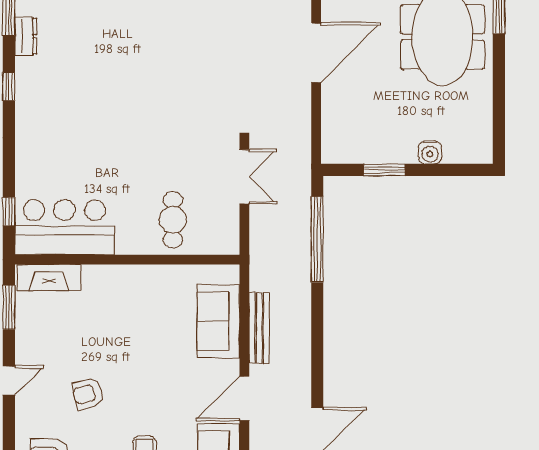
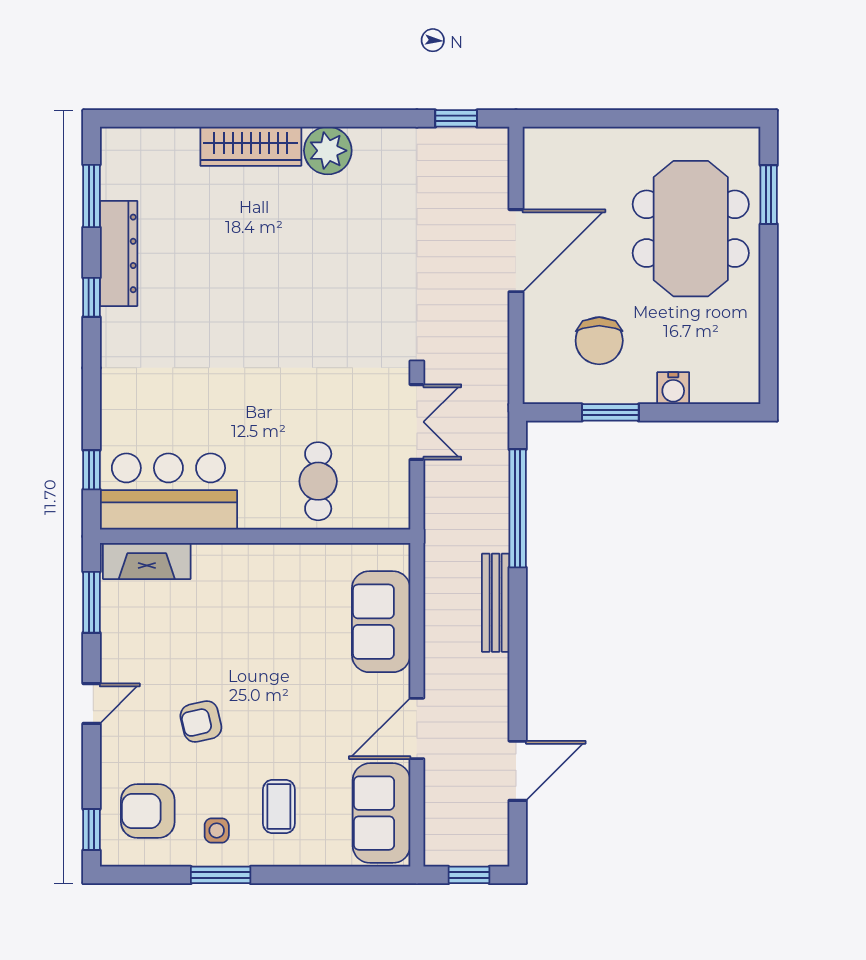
dresser: (26, 36) -> (119, 253), width x1.96, depth x1.24
chair: (376, 118) -> (599, 341), added
bench: (259, 328) -> (496, 603), moved

